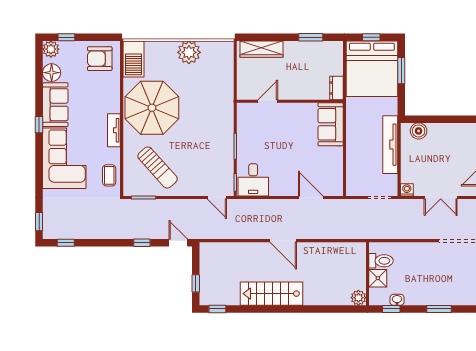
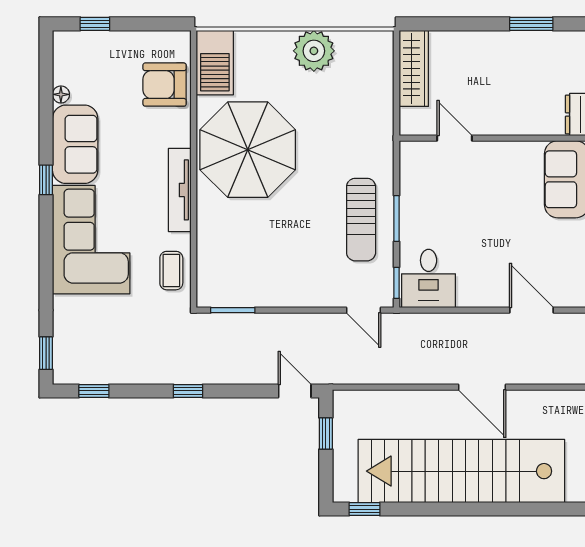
plant: (51, 49) -> (67, 45), removed
wardrobe: (261, 49) -> (414, 68), moved, turned -90
armchair: (100, 59) -> (165, 85), moved
floor lamp: (52, 73) -> (61, 94), width x0.53, depth x0.53
door: (268, 101) -> (455, 138), hinge flipped
tv unit: (114, 130) -> (180, 190), width x1.41
sun lounger: (158, 168) -> (361, 220), moved, turned 42
window: (142, 243) -> (188, 391), moved
window: (196, 283) -> (326, 434), moved
stairs: (272, 294) -> (461, 471), width x1.86, depth x1.51

